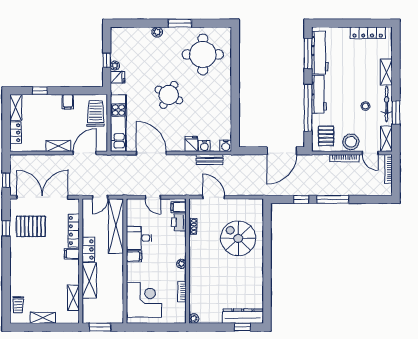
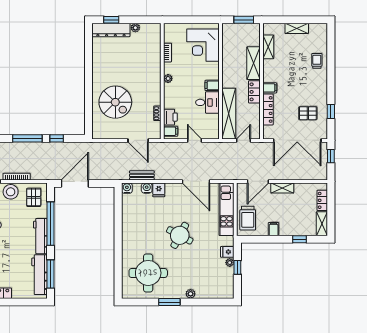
pallet: (31, 226) -> (308, 113), width x0.67, depth x0.71
trolley: (18, 305) -> (317, 61), moved
plant: (194, 319) -> (135, 28), moved

